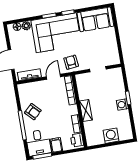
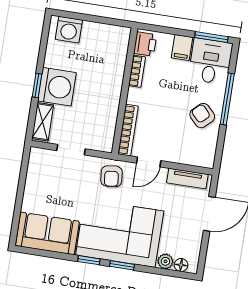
washing machine: (122, 105) -> (57, 87), width x1.89, depth x1.89
shelving: (86, 110) -> (43, 122), moved
washing machine: (111, 136) -> (69, 30), moved

